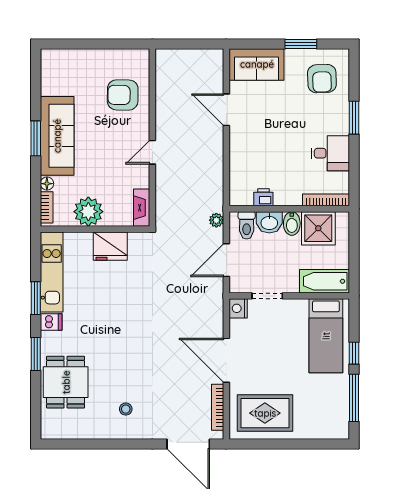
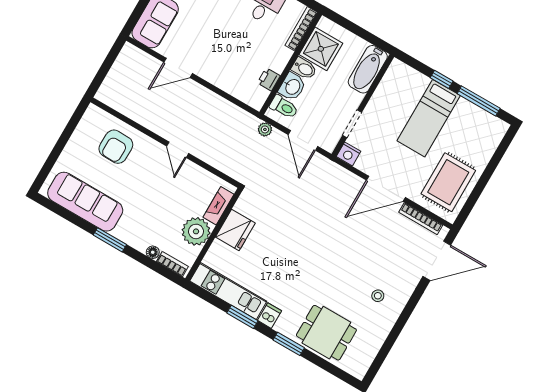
sofa: (57, 136) -> (85, 202), moved
fireplace: (142, 208) -> (219, 206), moved, turned 90
bed: (326, 336) -> (429, 118), moved, turned 90

